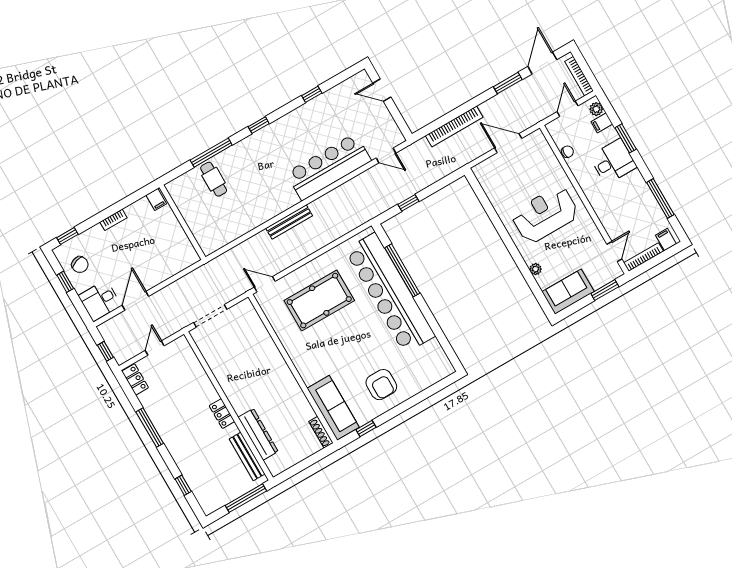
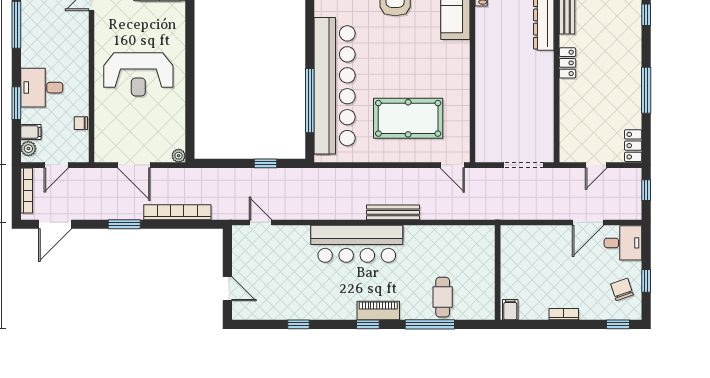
window: (508, 83) -> (124, 224), moved
piano: (257, 140) -> (378, 311), added
bar counter: (329, 167) -> (357, 244), moved
plant: (536, 269) -> (179, 156), moved

